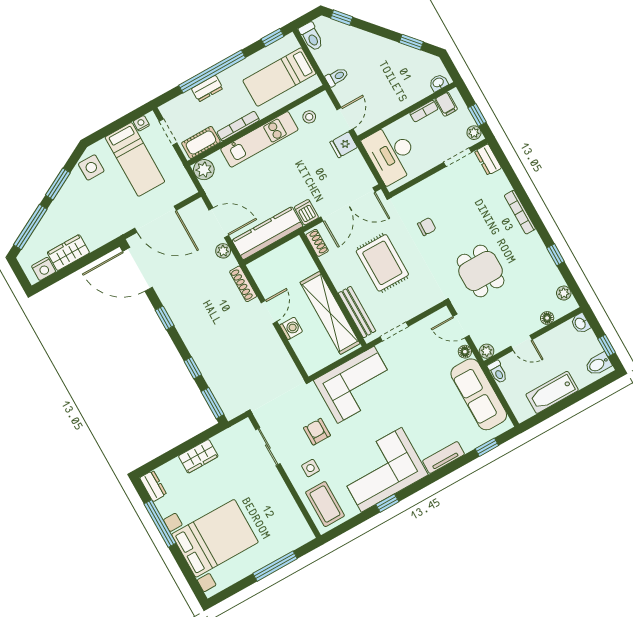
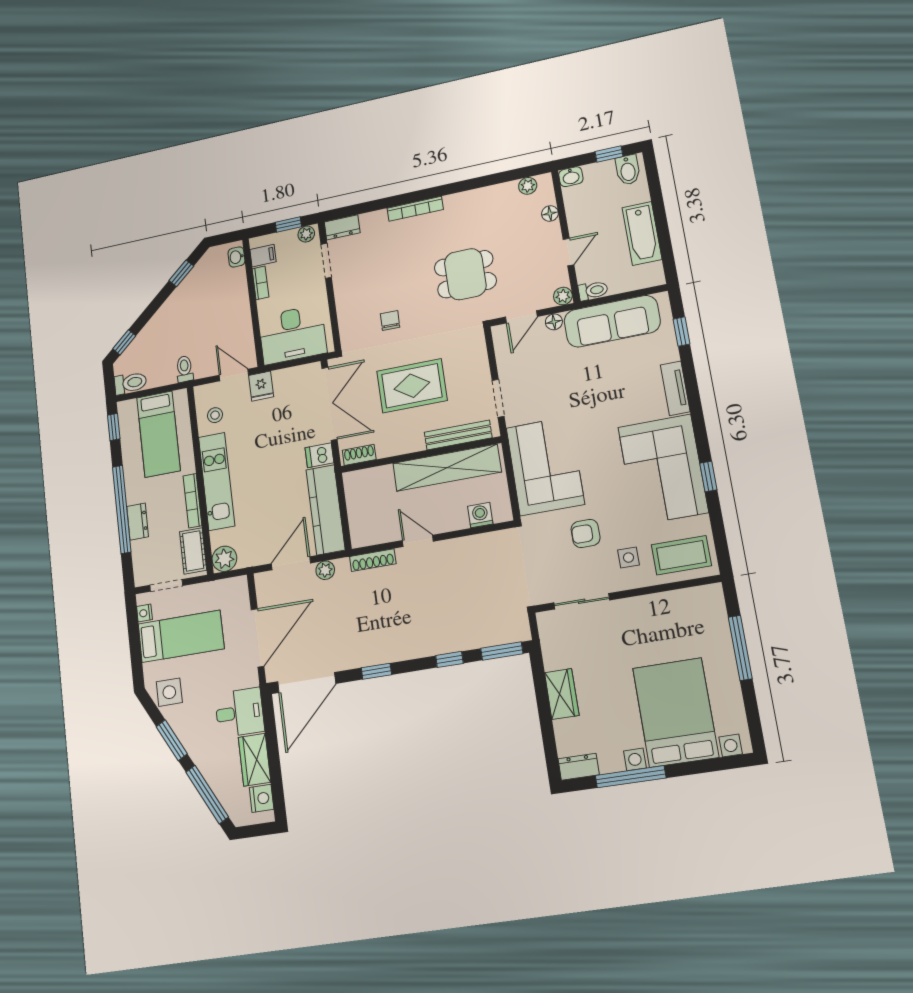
desk: (97, 228) -> (239, 713), added
window: (556, 255) -> (480, 182), removed
washing machine: (291, 328) -> (480, 515), moved

